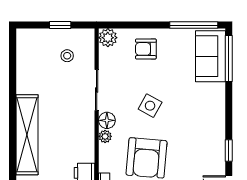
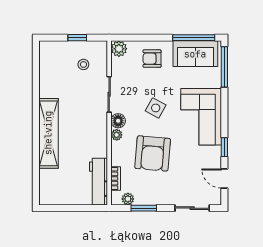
sofa: (210, 56) -> (195, 54), moved, turned -90
corner sofa: (202, 116) -> (201, 117), added

